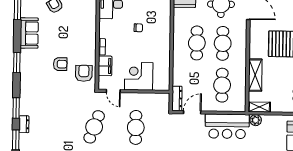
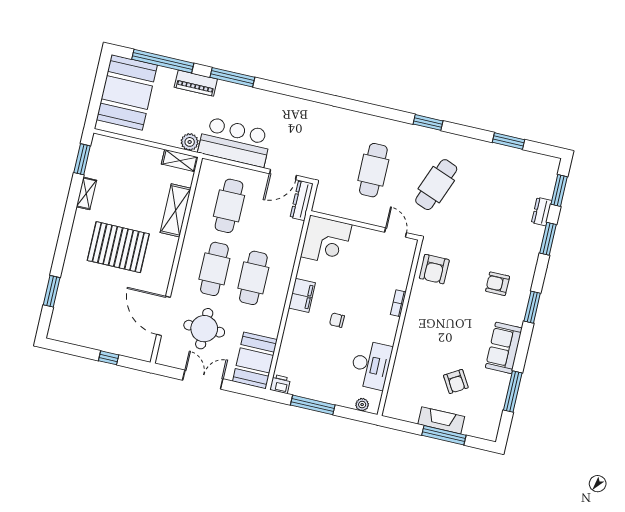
armchair: (60, 64) -> (498, 284), moved
filing cabinet: (105, 66) -> (302, 295), moved, turned 180
corner desk: (139, 76) -> (326, 241), moved

